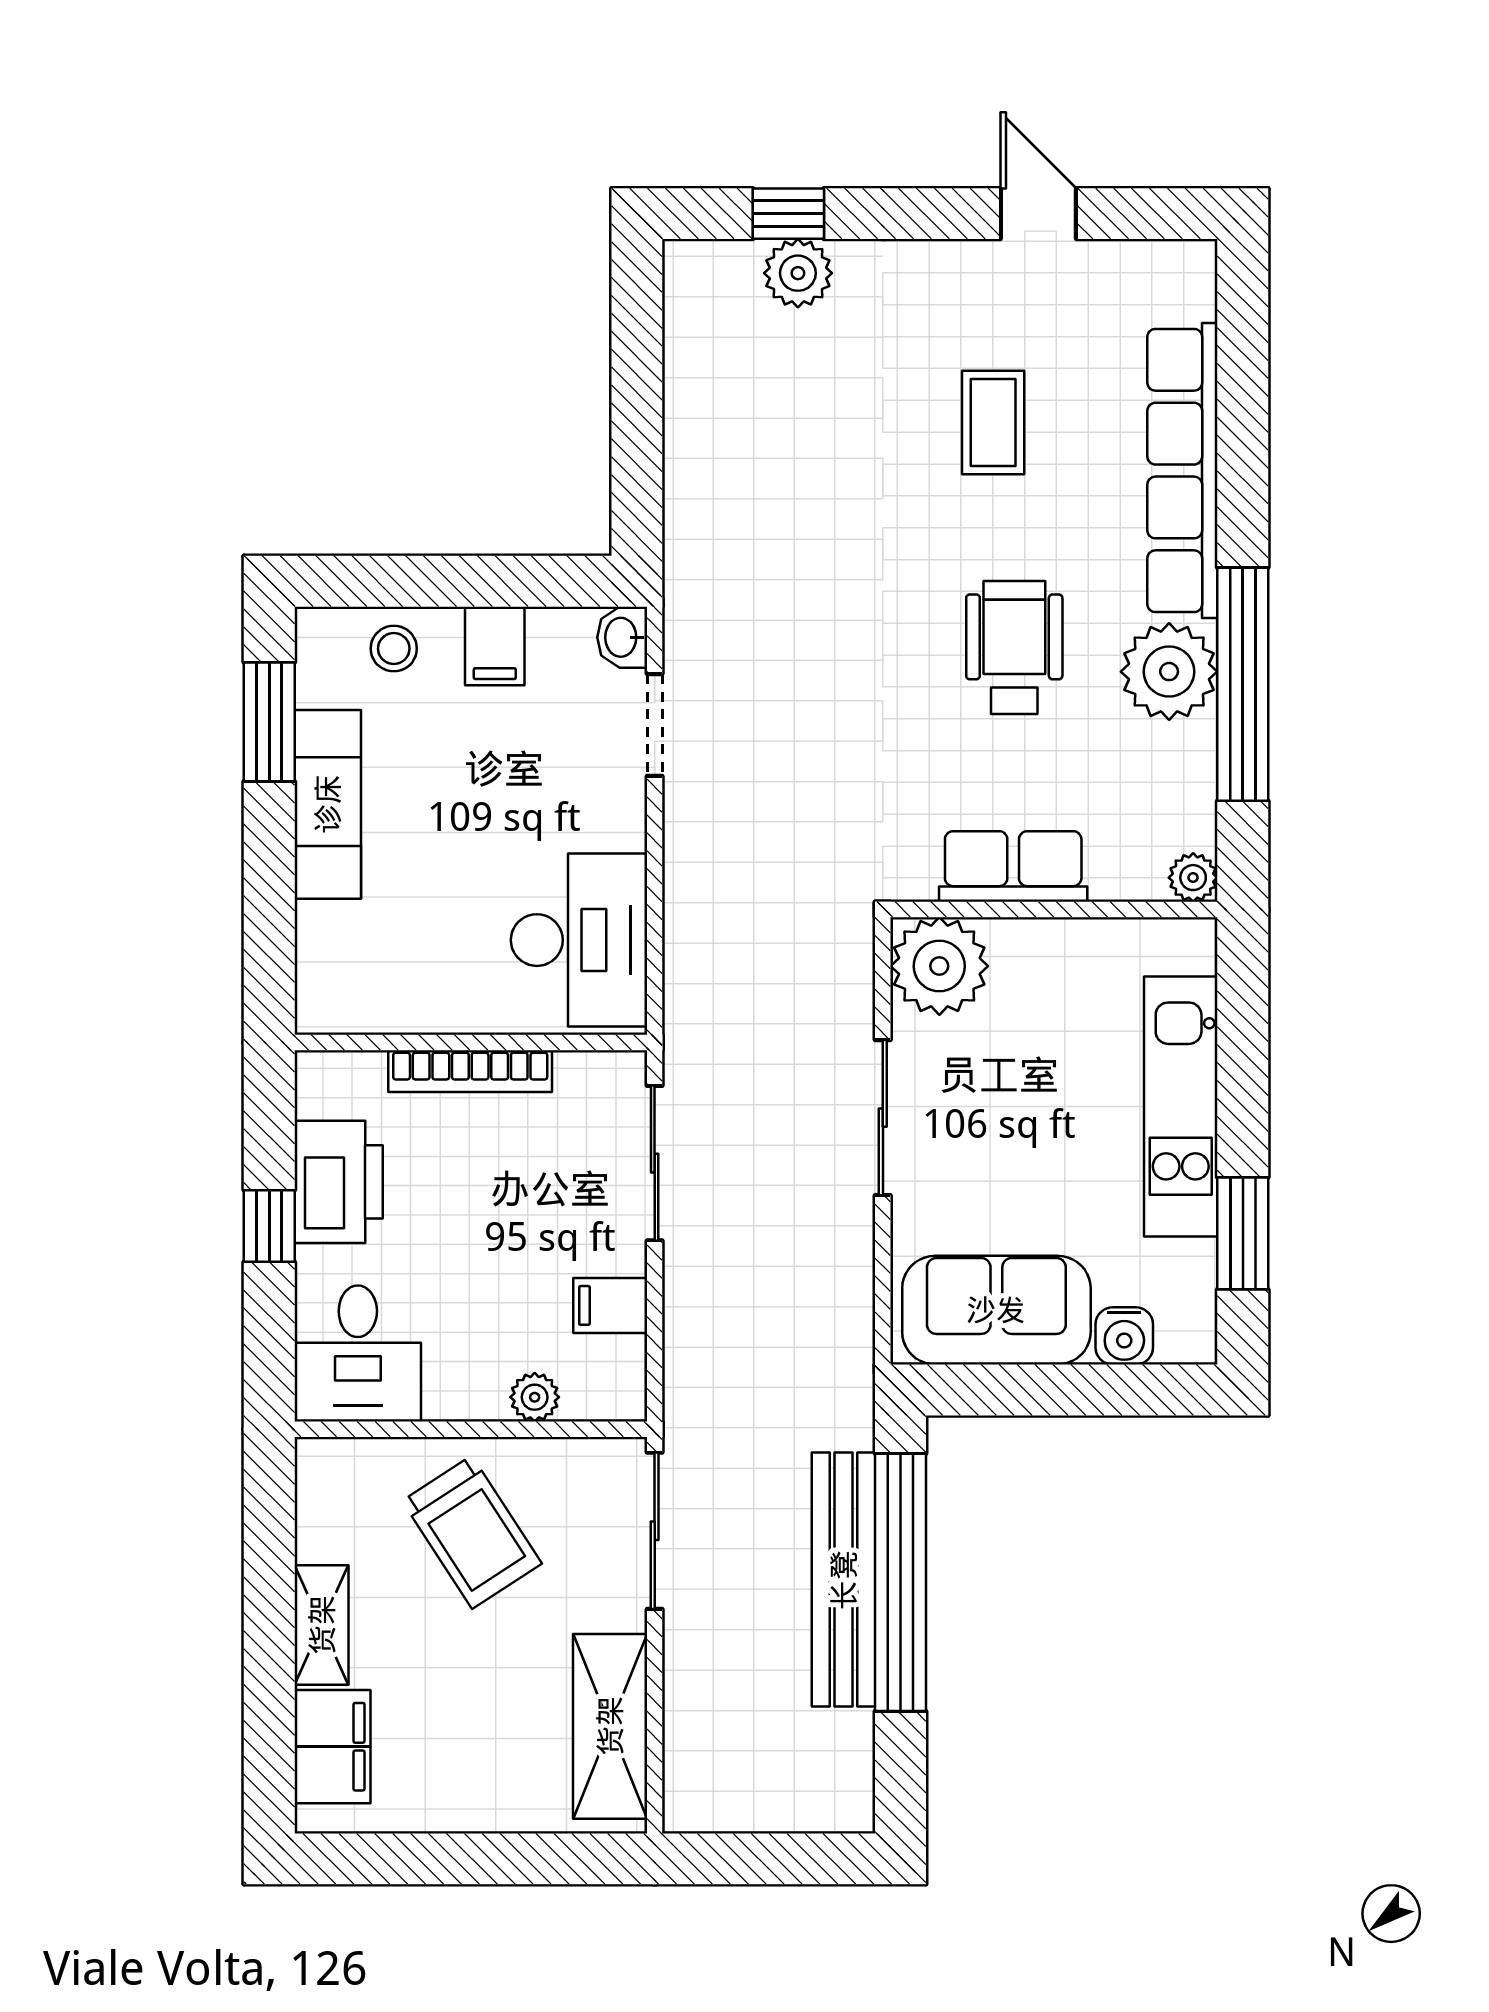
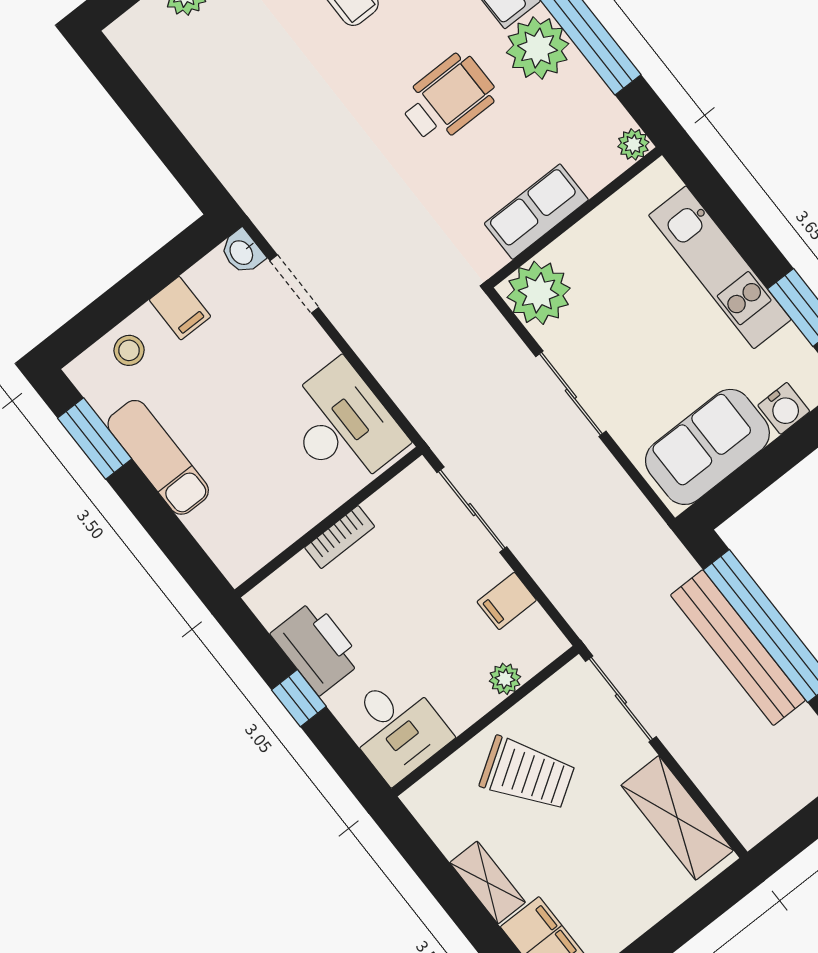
wheelchair: (1014, 648) -> (448, 98), turned 90
bookcase: (470, 1071) -> (340, 537), width x0.64

